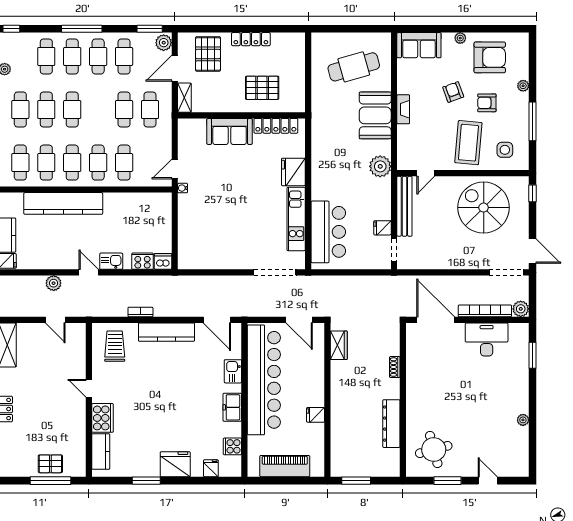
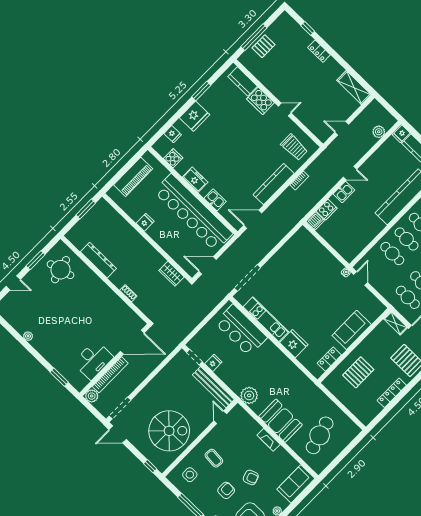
locker: (276, 126) -> (329, 359), width x0.66
coffee table: (468, 143) -> (214, 458), width x0.54, depth x0.58
plant: (54, 283) -> (379, 132), moved

